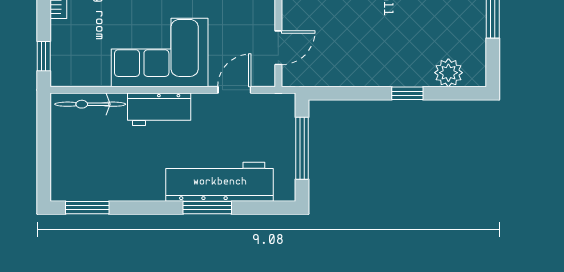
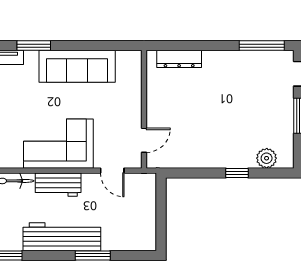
door: (234, 90) -> (112, 171), swing flipped
window: (302, 148) -> (161, 213), removed
workbench: (220, 182) -> (62, 237), moved

